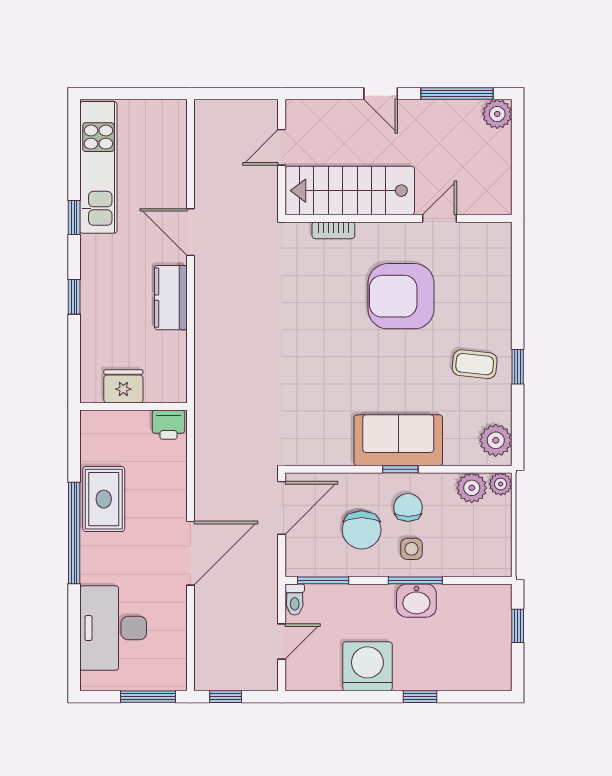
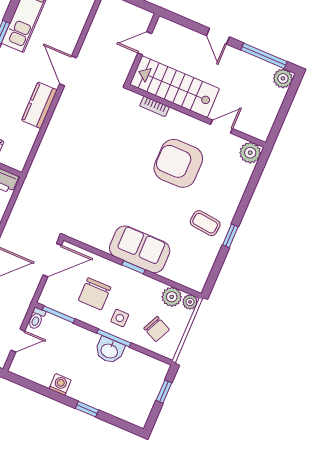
plant: (496, 440) -> (250, 153), moved
chair: (408, 507) -> (157, 329), moved, turned 115
washing machine: (367, 666) -> (60, 384), width x0.53, depth x0.53

